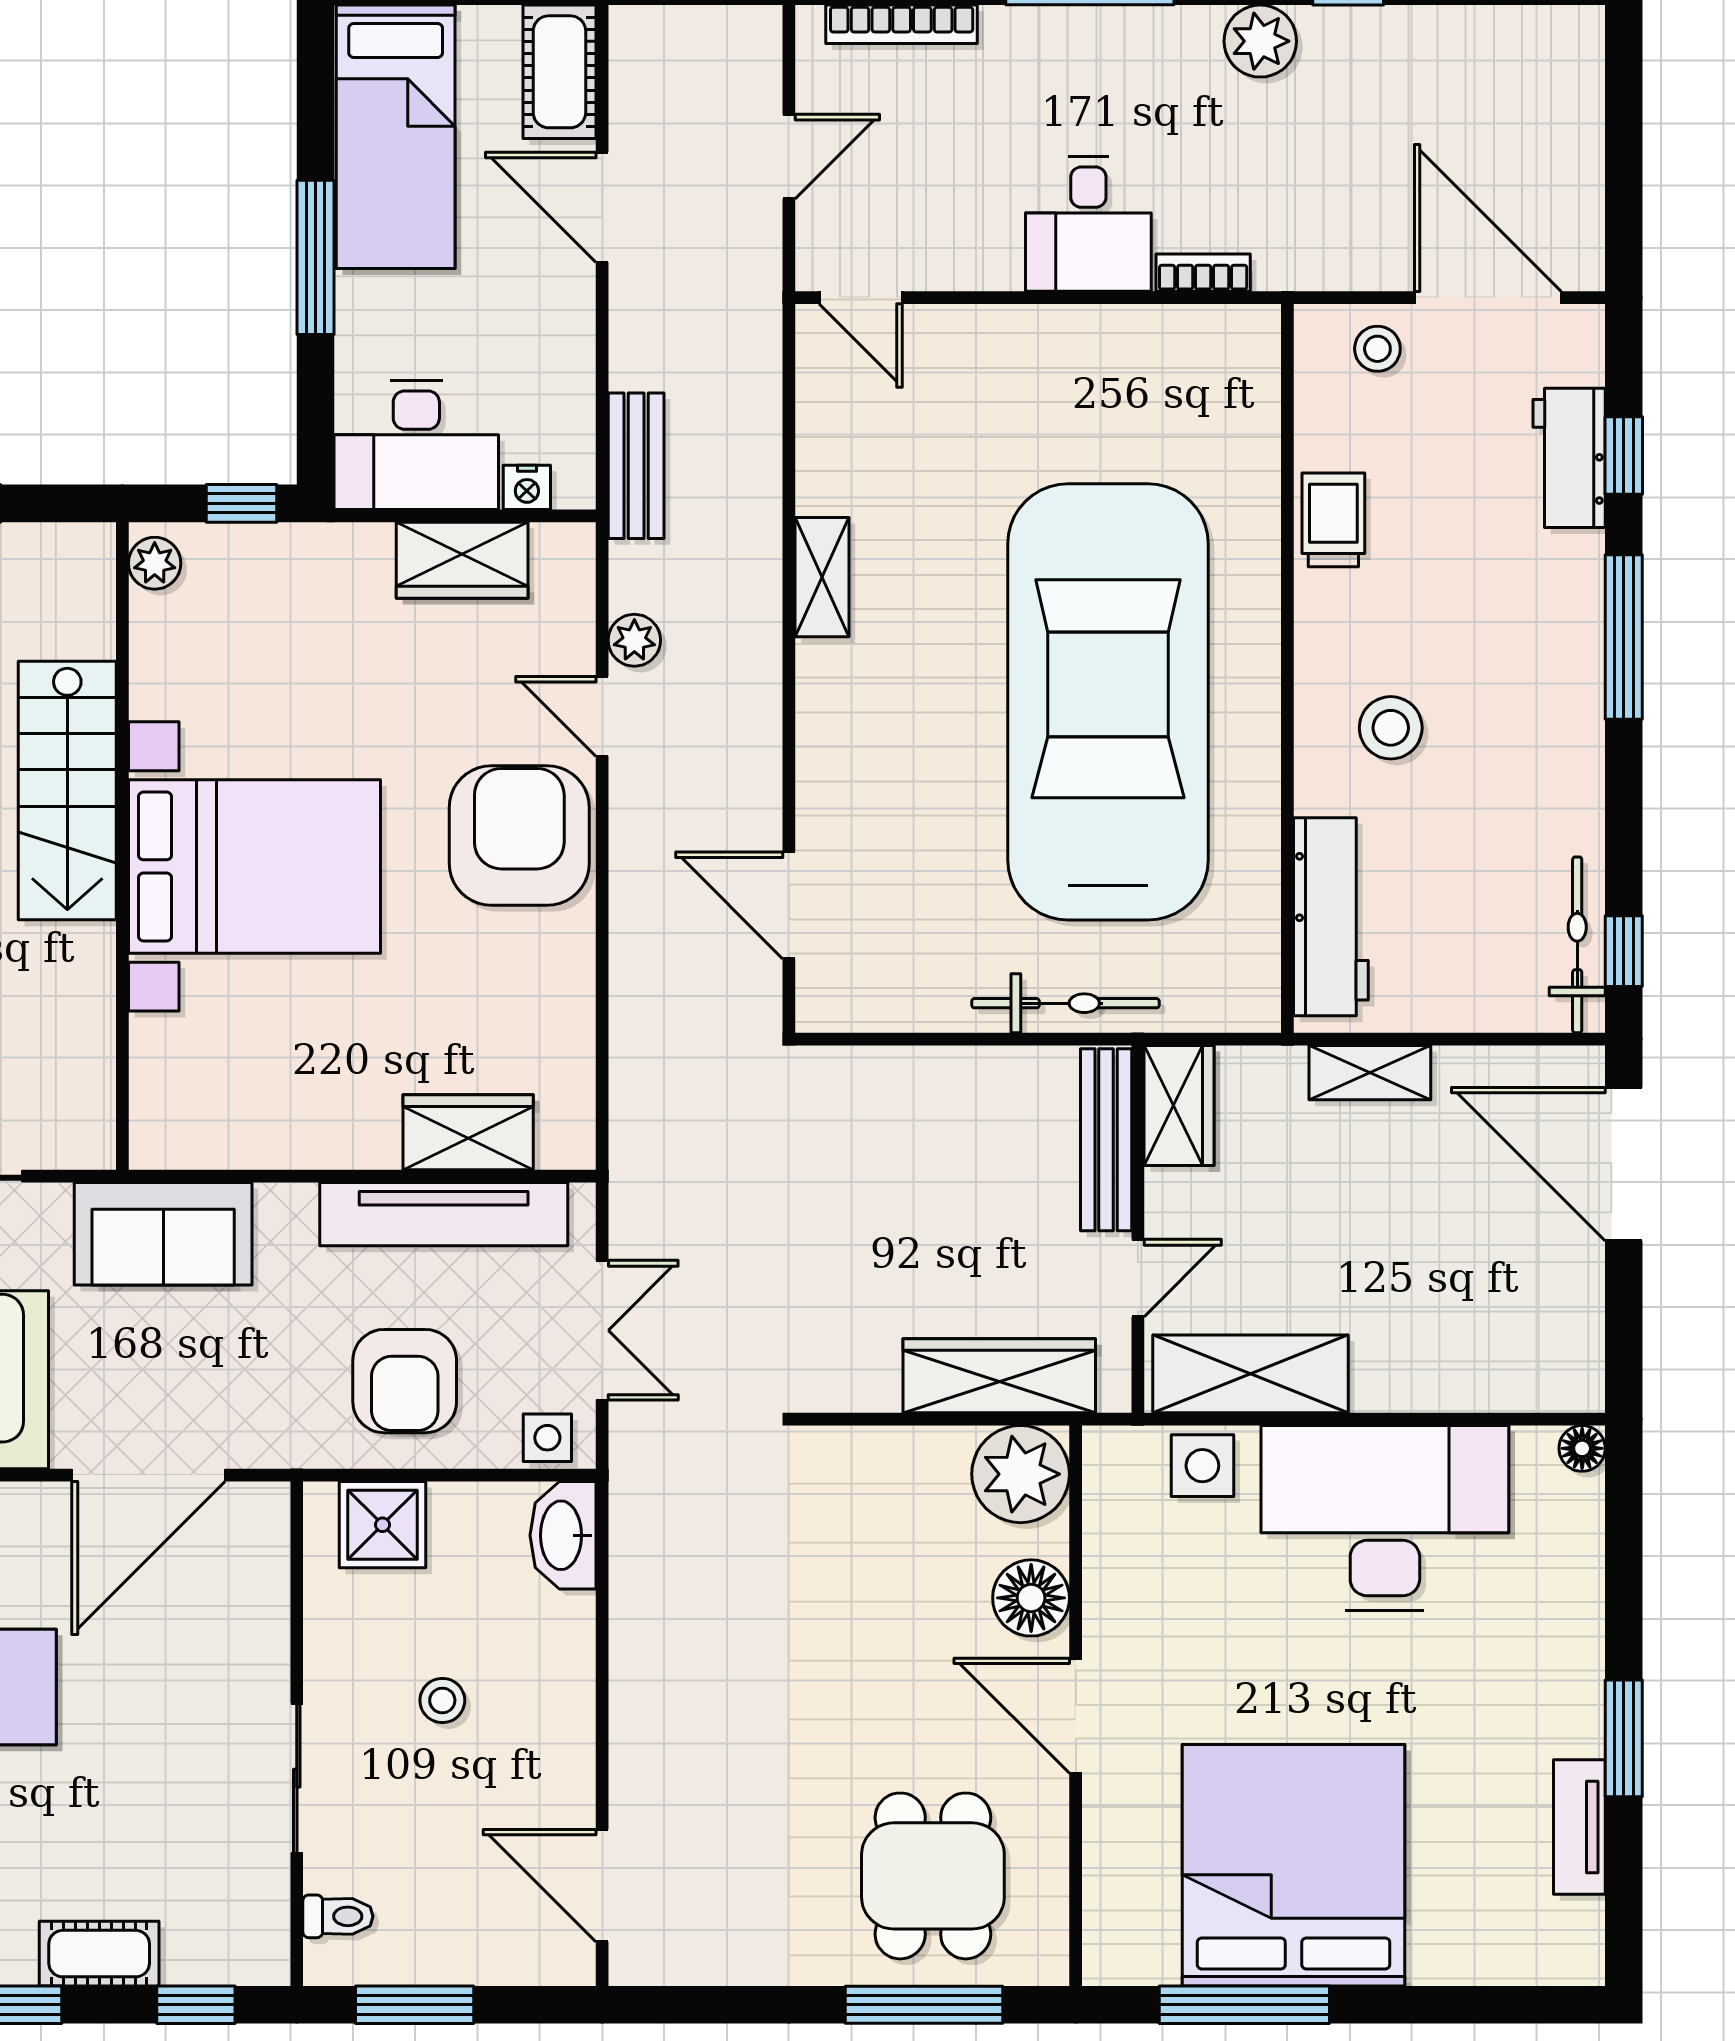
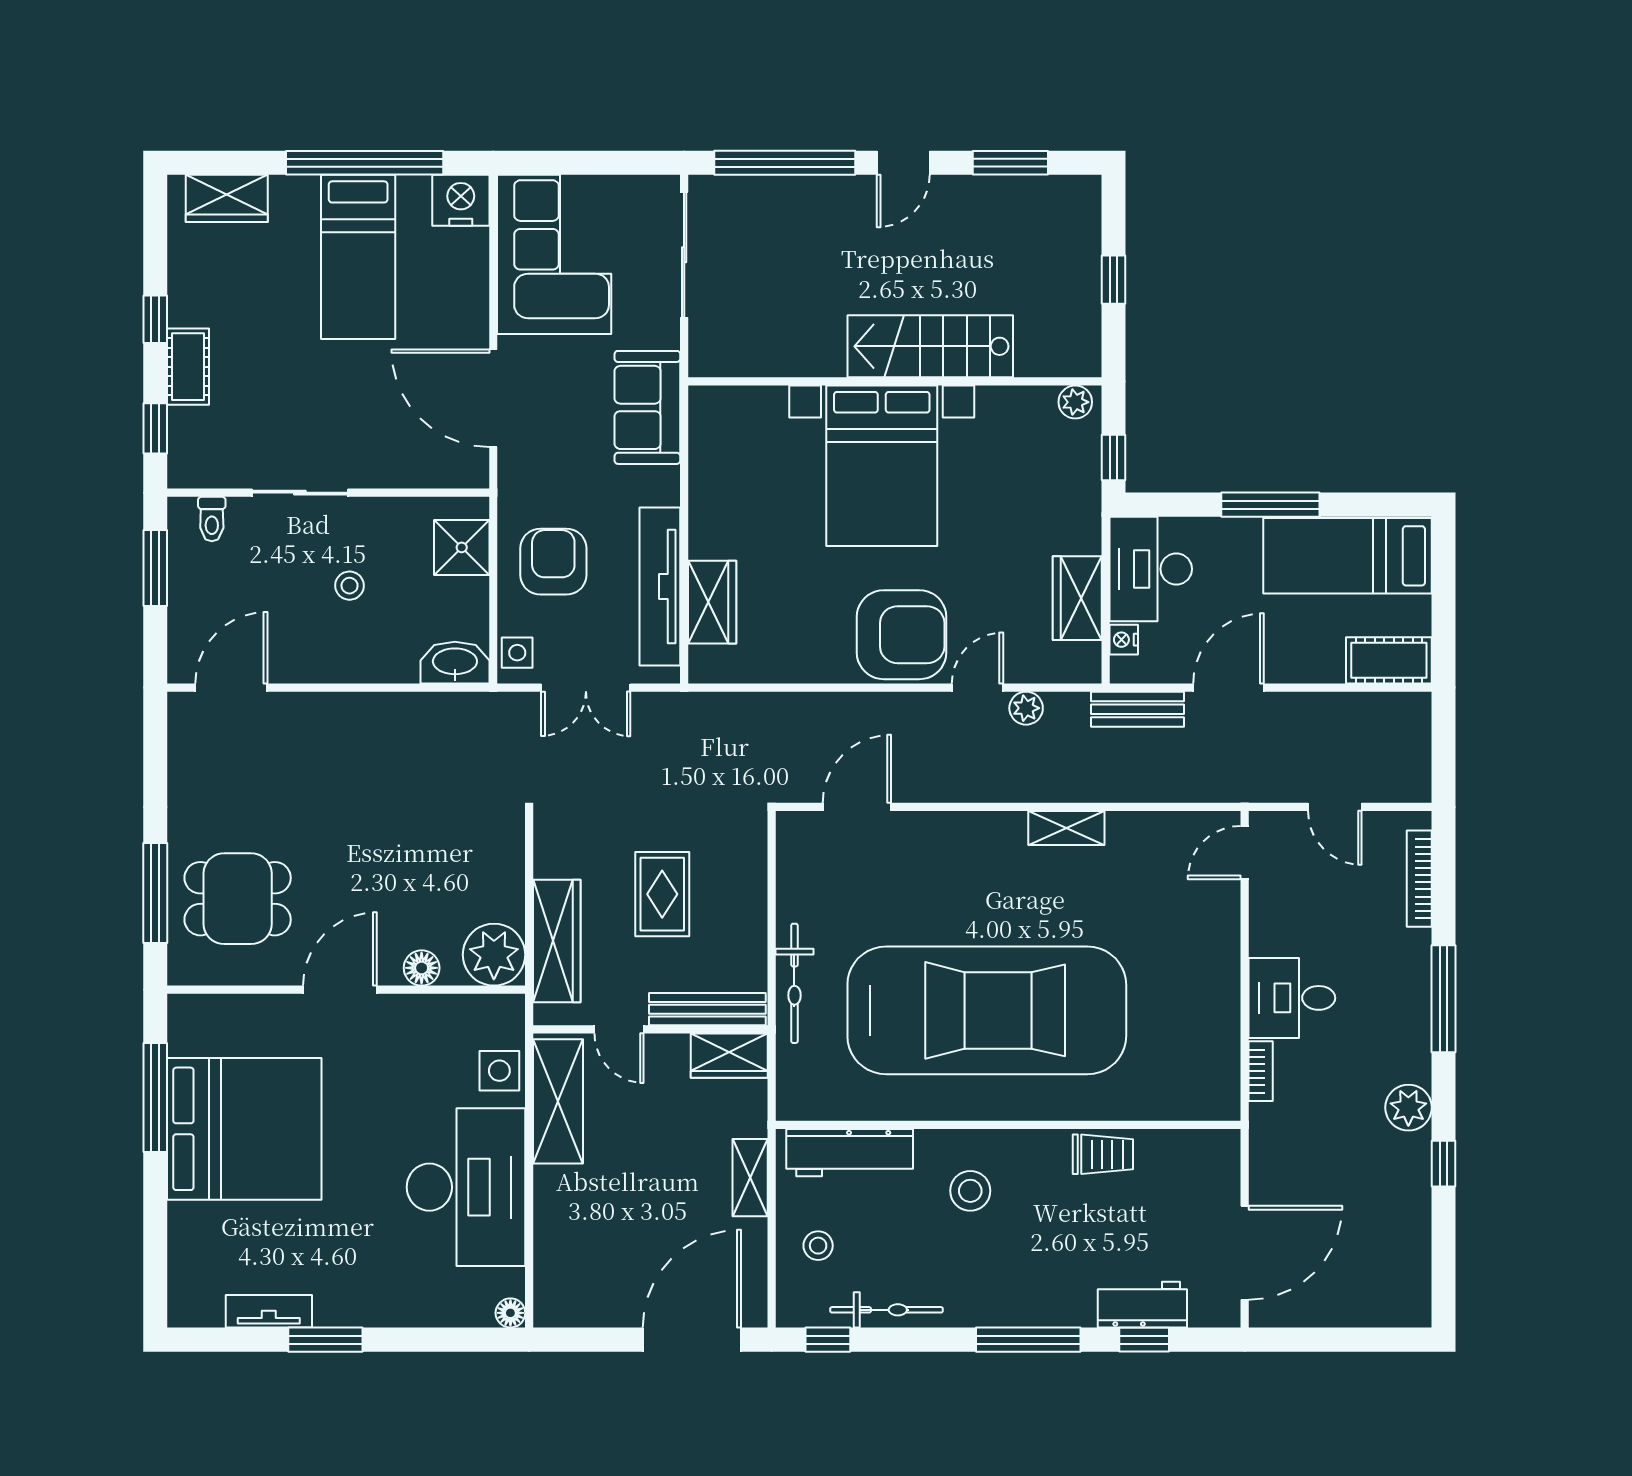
door: (602, 207) -> (1228, 688), moved
stool: (1377, 349) -> (818, 1246), moved
bicycle: (1577, 945) -> (887, 1310), moved
rug: (926, 1210) -> (662, 894), added
armchair: (405, 1381) -> (553, 562), turned 90
floor lamp: (1031, 1598) -> (422, 968), width x0.73, depth x0.73

